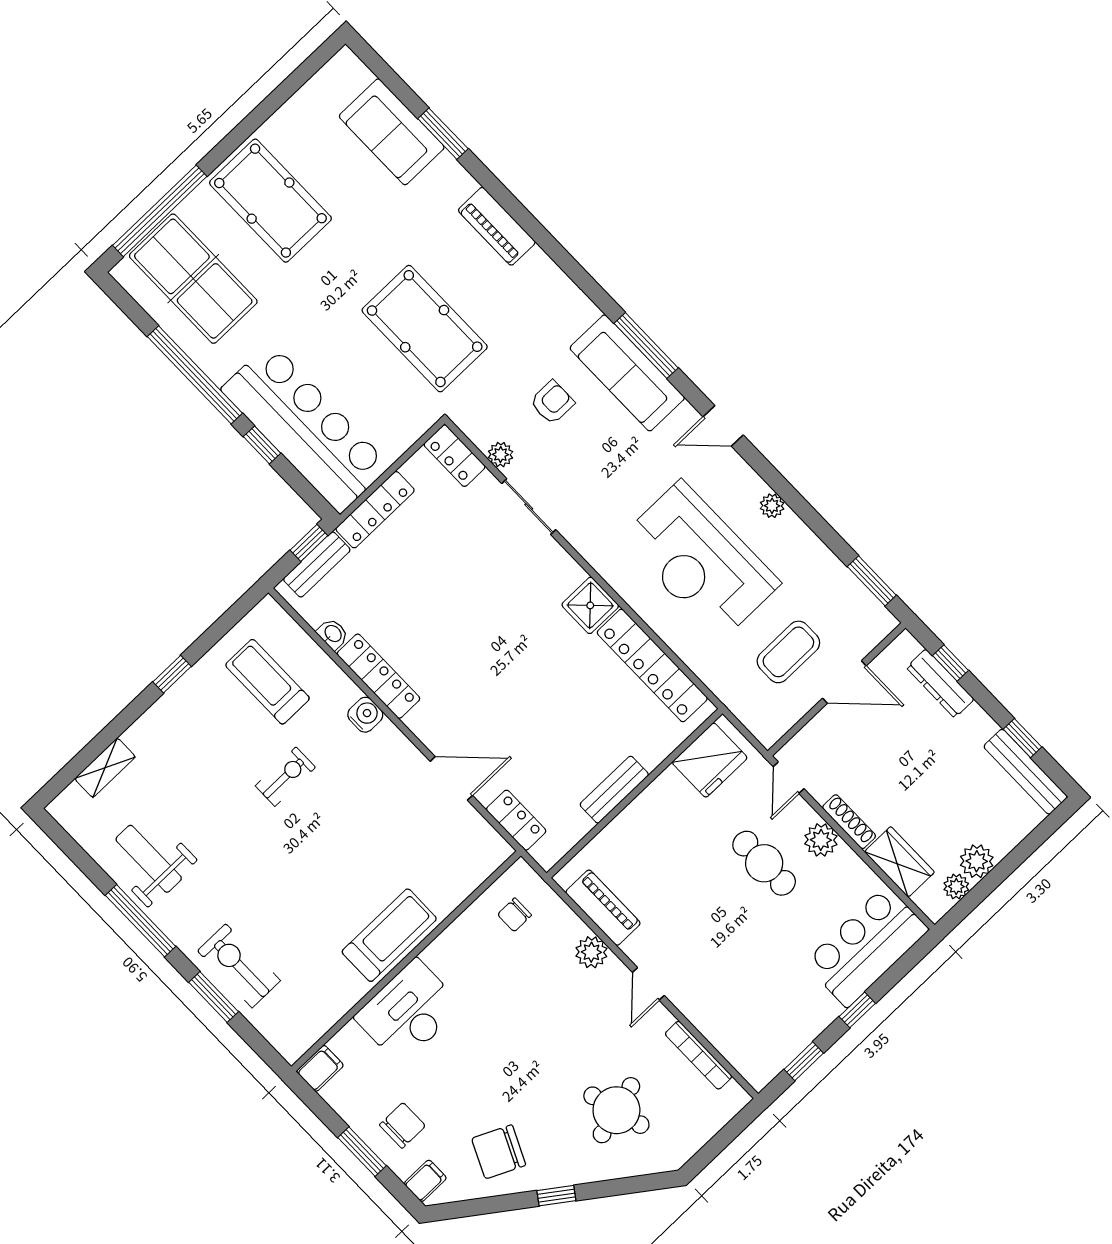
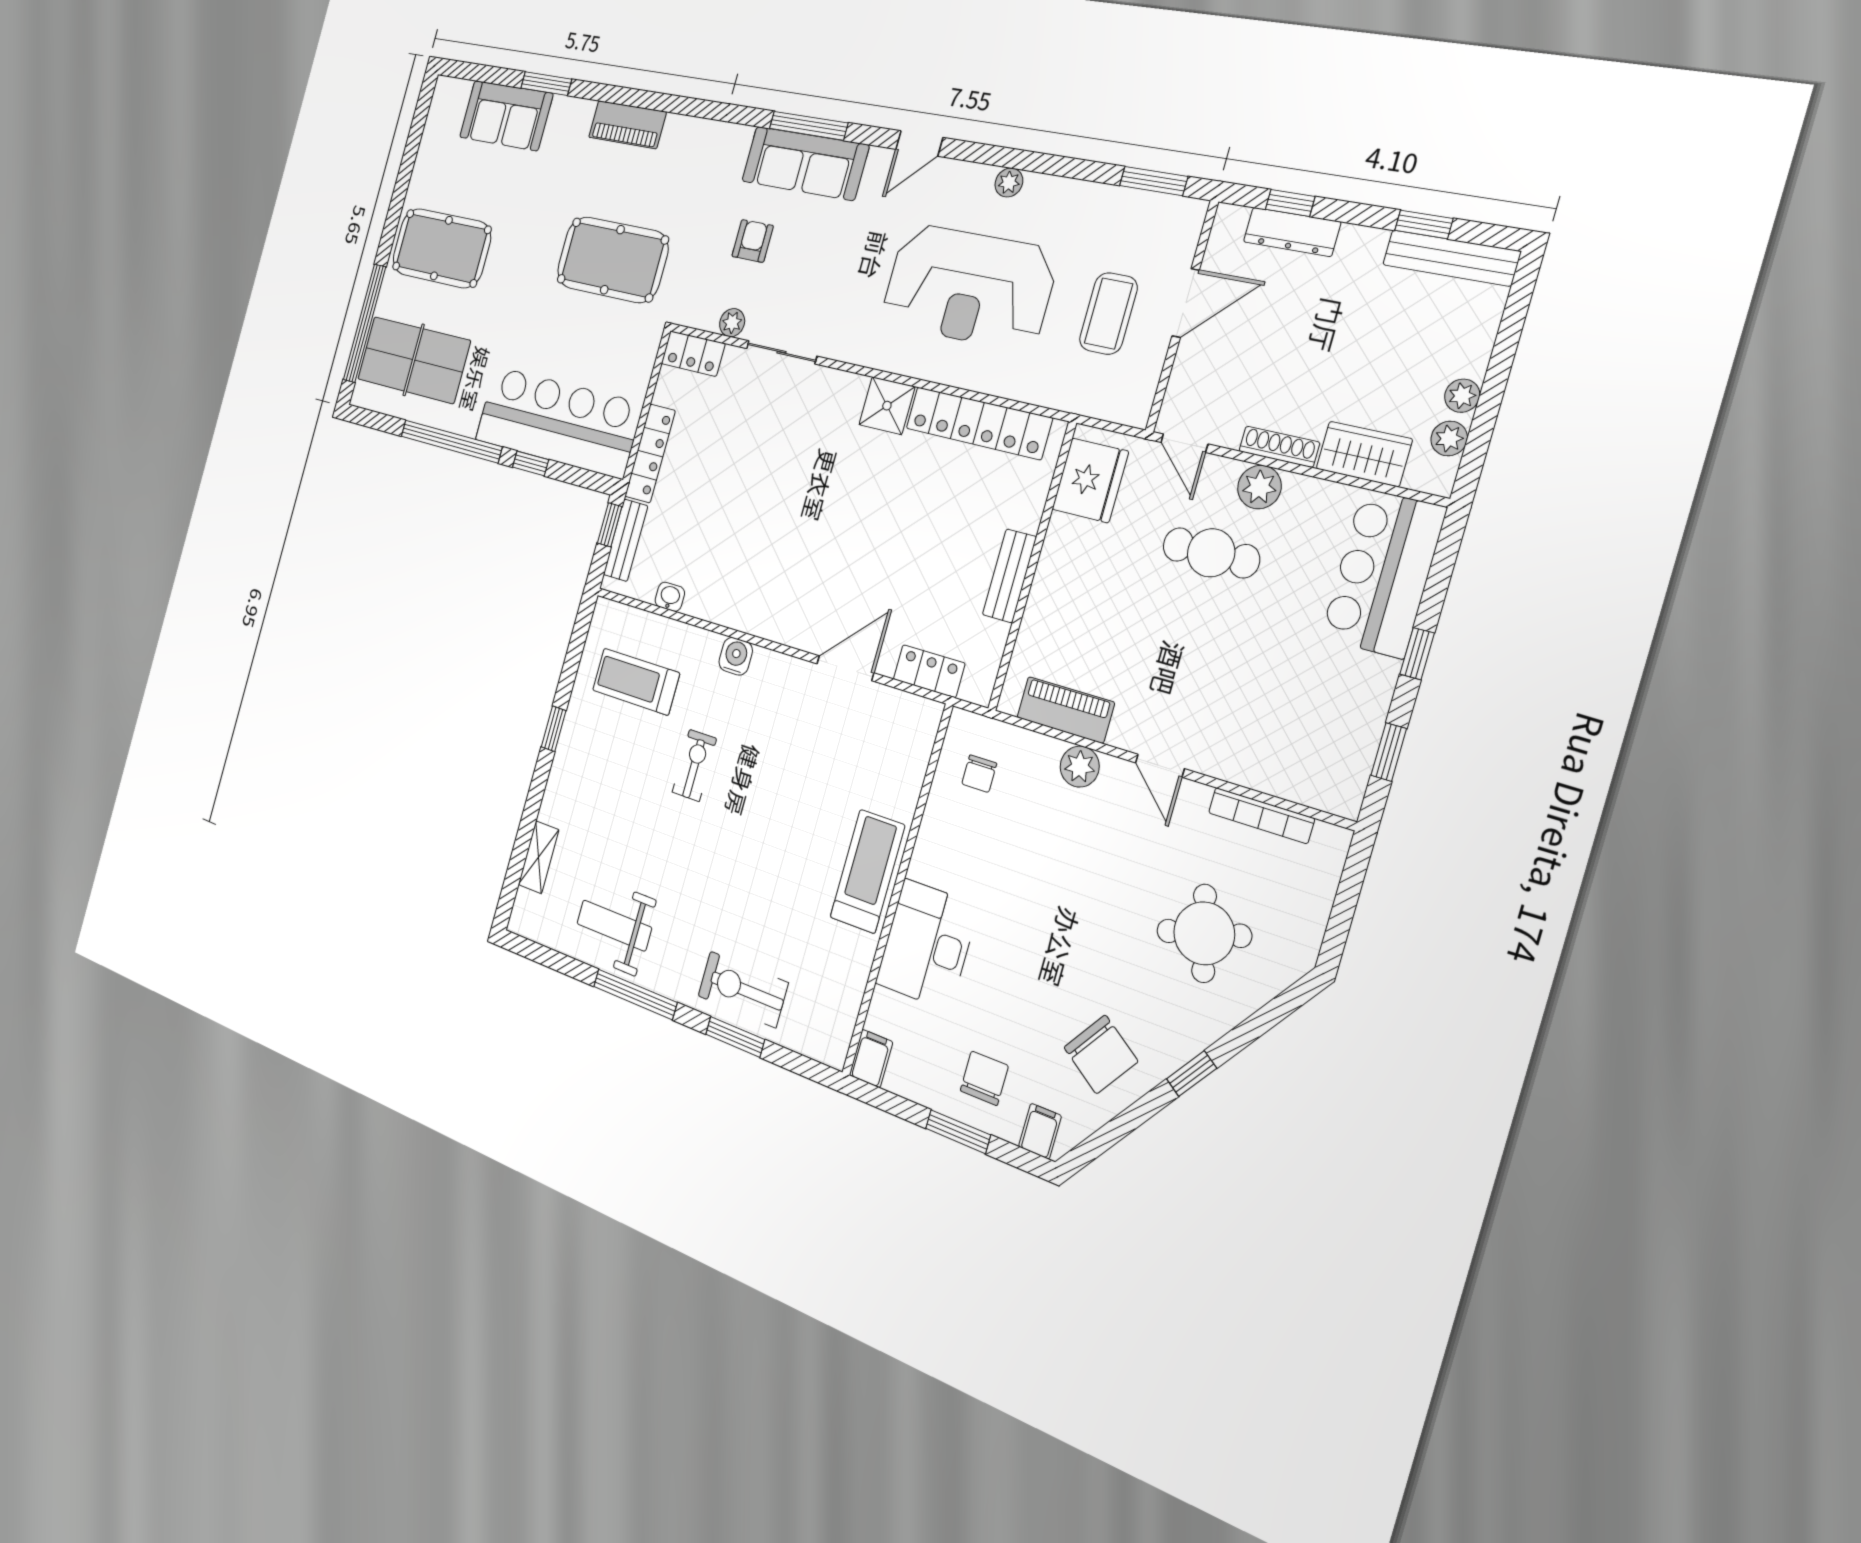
locker: (378, 676) -> (729, 610), removed
plant: (977, 861) -> (1462, 396), width x0.73, depth x0.73
chair: (499, 1152) -> (1101, 1054), turned -80

